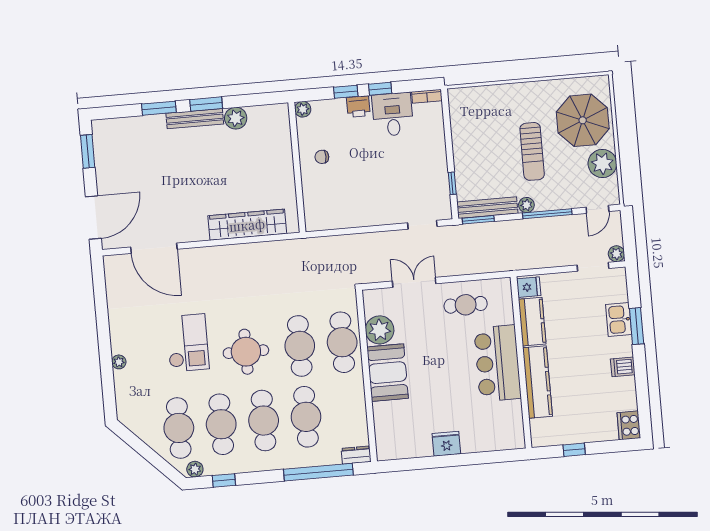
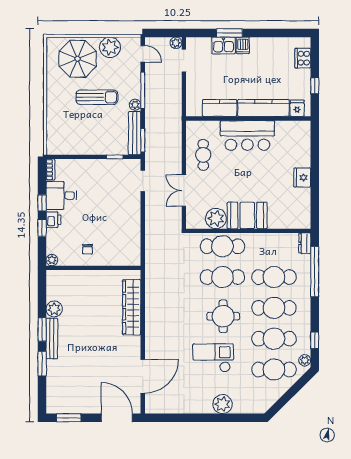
fridge: (529, 287) -> (297, 108), moved
plant: (119, 362) -> (223, 404), width x1.87, depth x1.87
dishwasher: (623, 367) -> (243, 45), moved
cooker: (629, 425) -> (303, 58), moved, turned 90

